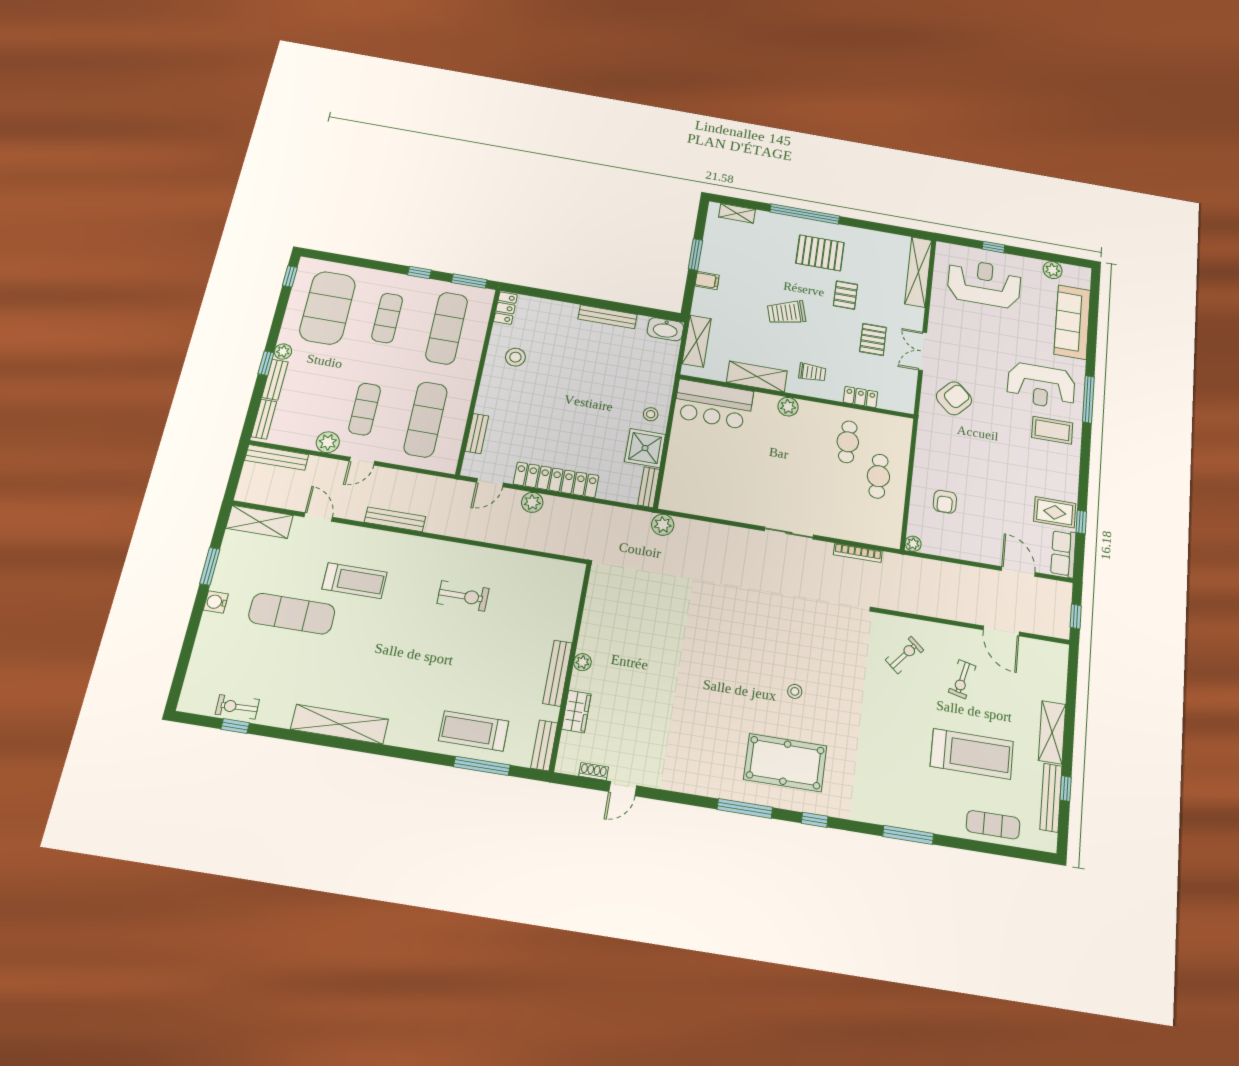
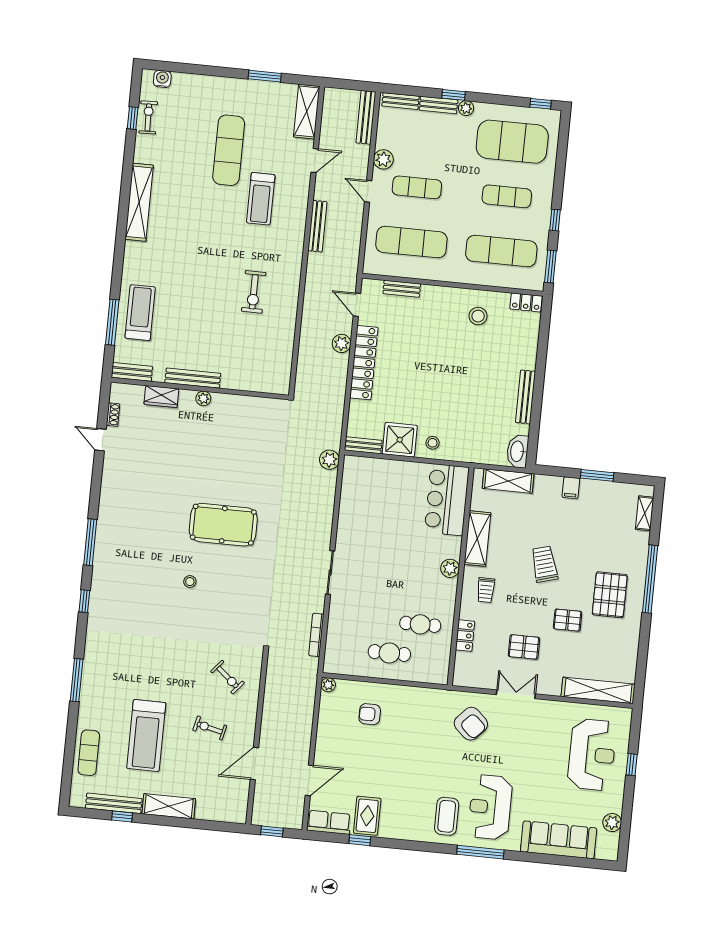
water cooler: (216, 602) -> (162, 79), moved
pool table: (785, 763) -> (223, 525), moved, turned 90

